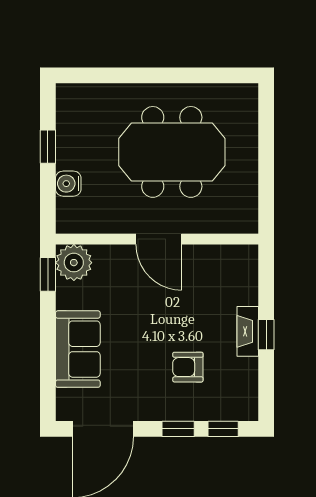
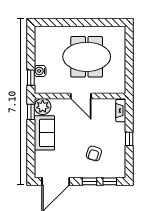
window: (48, 147) -> (31, 78), moved
fireplace: (248, 331) -> (121, 111), moved
sofa: (78, 349) -> (44, 133), moved
armchair: (188, 367) -> (94, 153), turned -72

